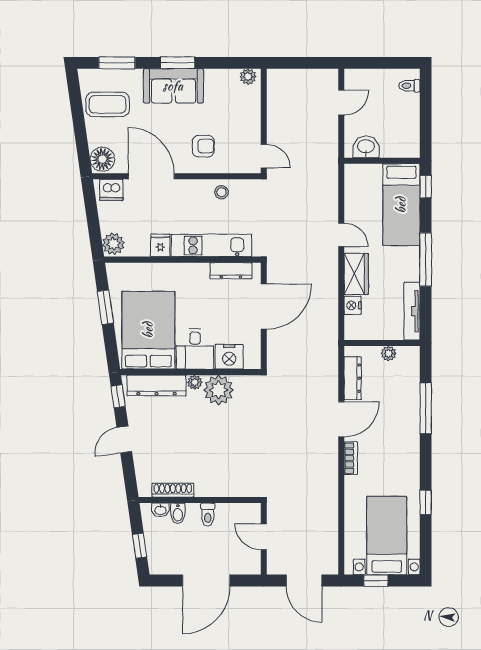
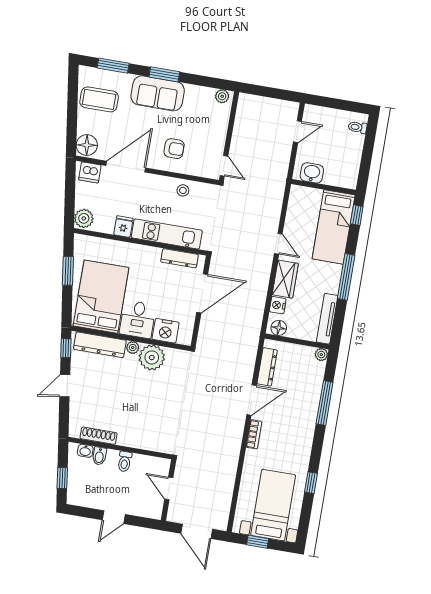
door: (151, 176) -> (126, 167), hinge flipped
floor lamp: (358, 331) -> (279, 328), added
plant: (389, 353) -> (321, 355), moved
door: (206, 581) -> (114, 517), width x0.53

